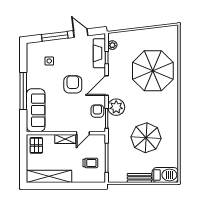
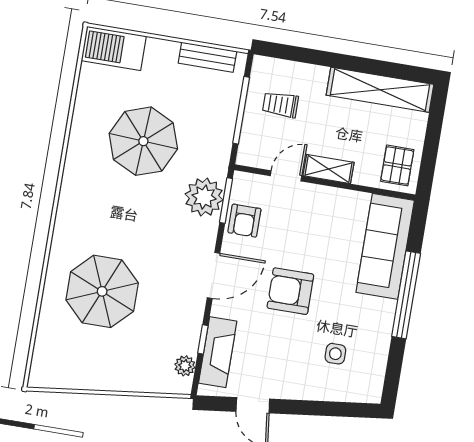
window: (55, 36) -> (313, 408), removed
parasol: (153, 71) -> (102, 291), width x0.73, depth x0.73
armchair: (73, 84) -> (290, 291), turned 90
plant: (116, 107) -> (204, 197), moved
bench: (139, 178) -> (207, 57), moved

